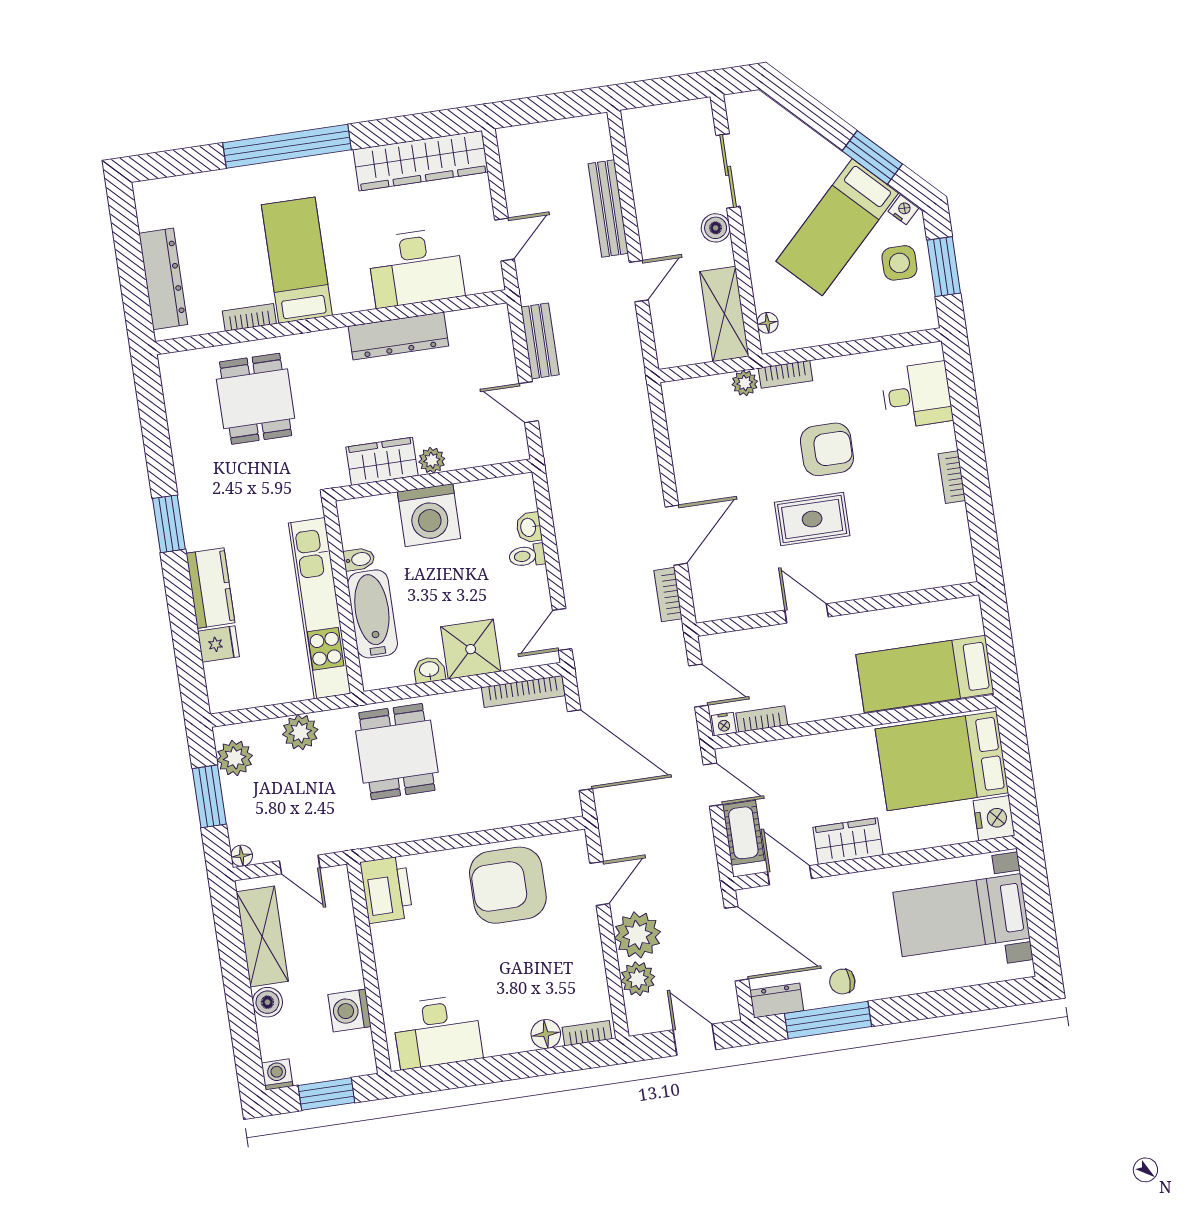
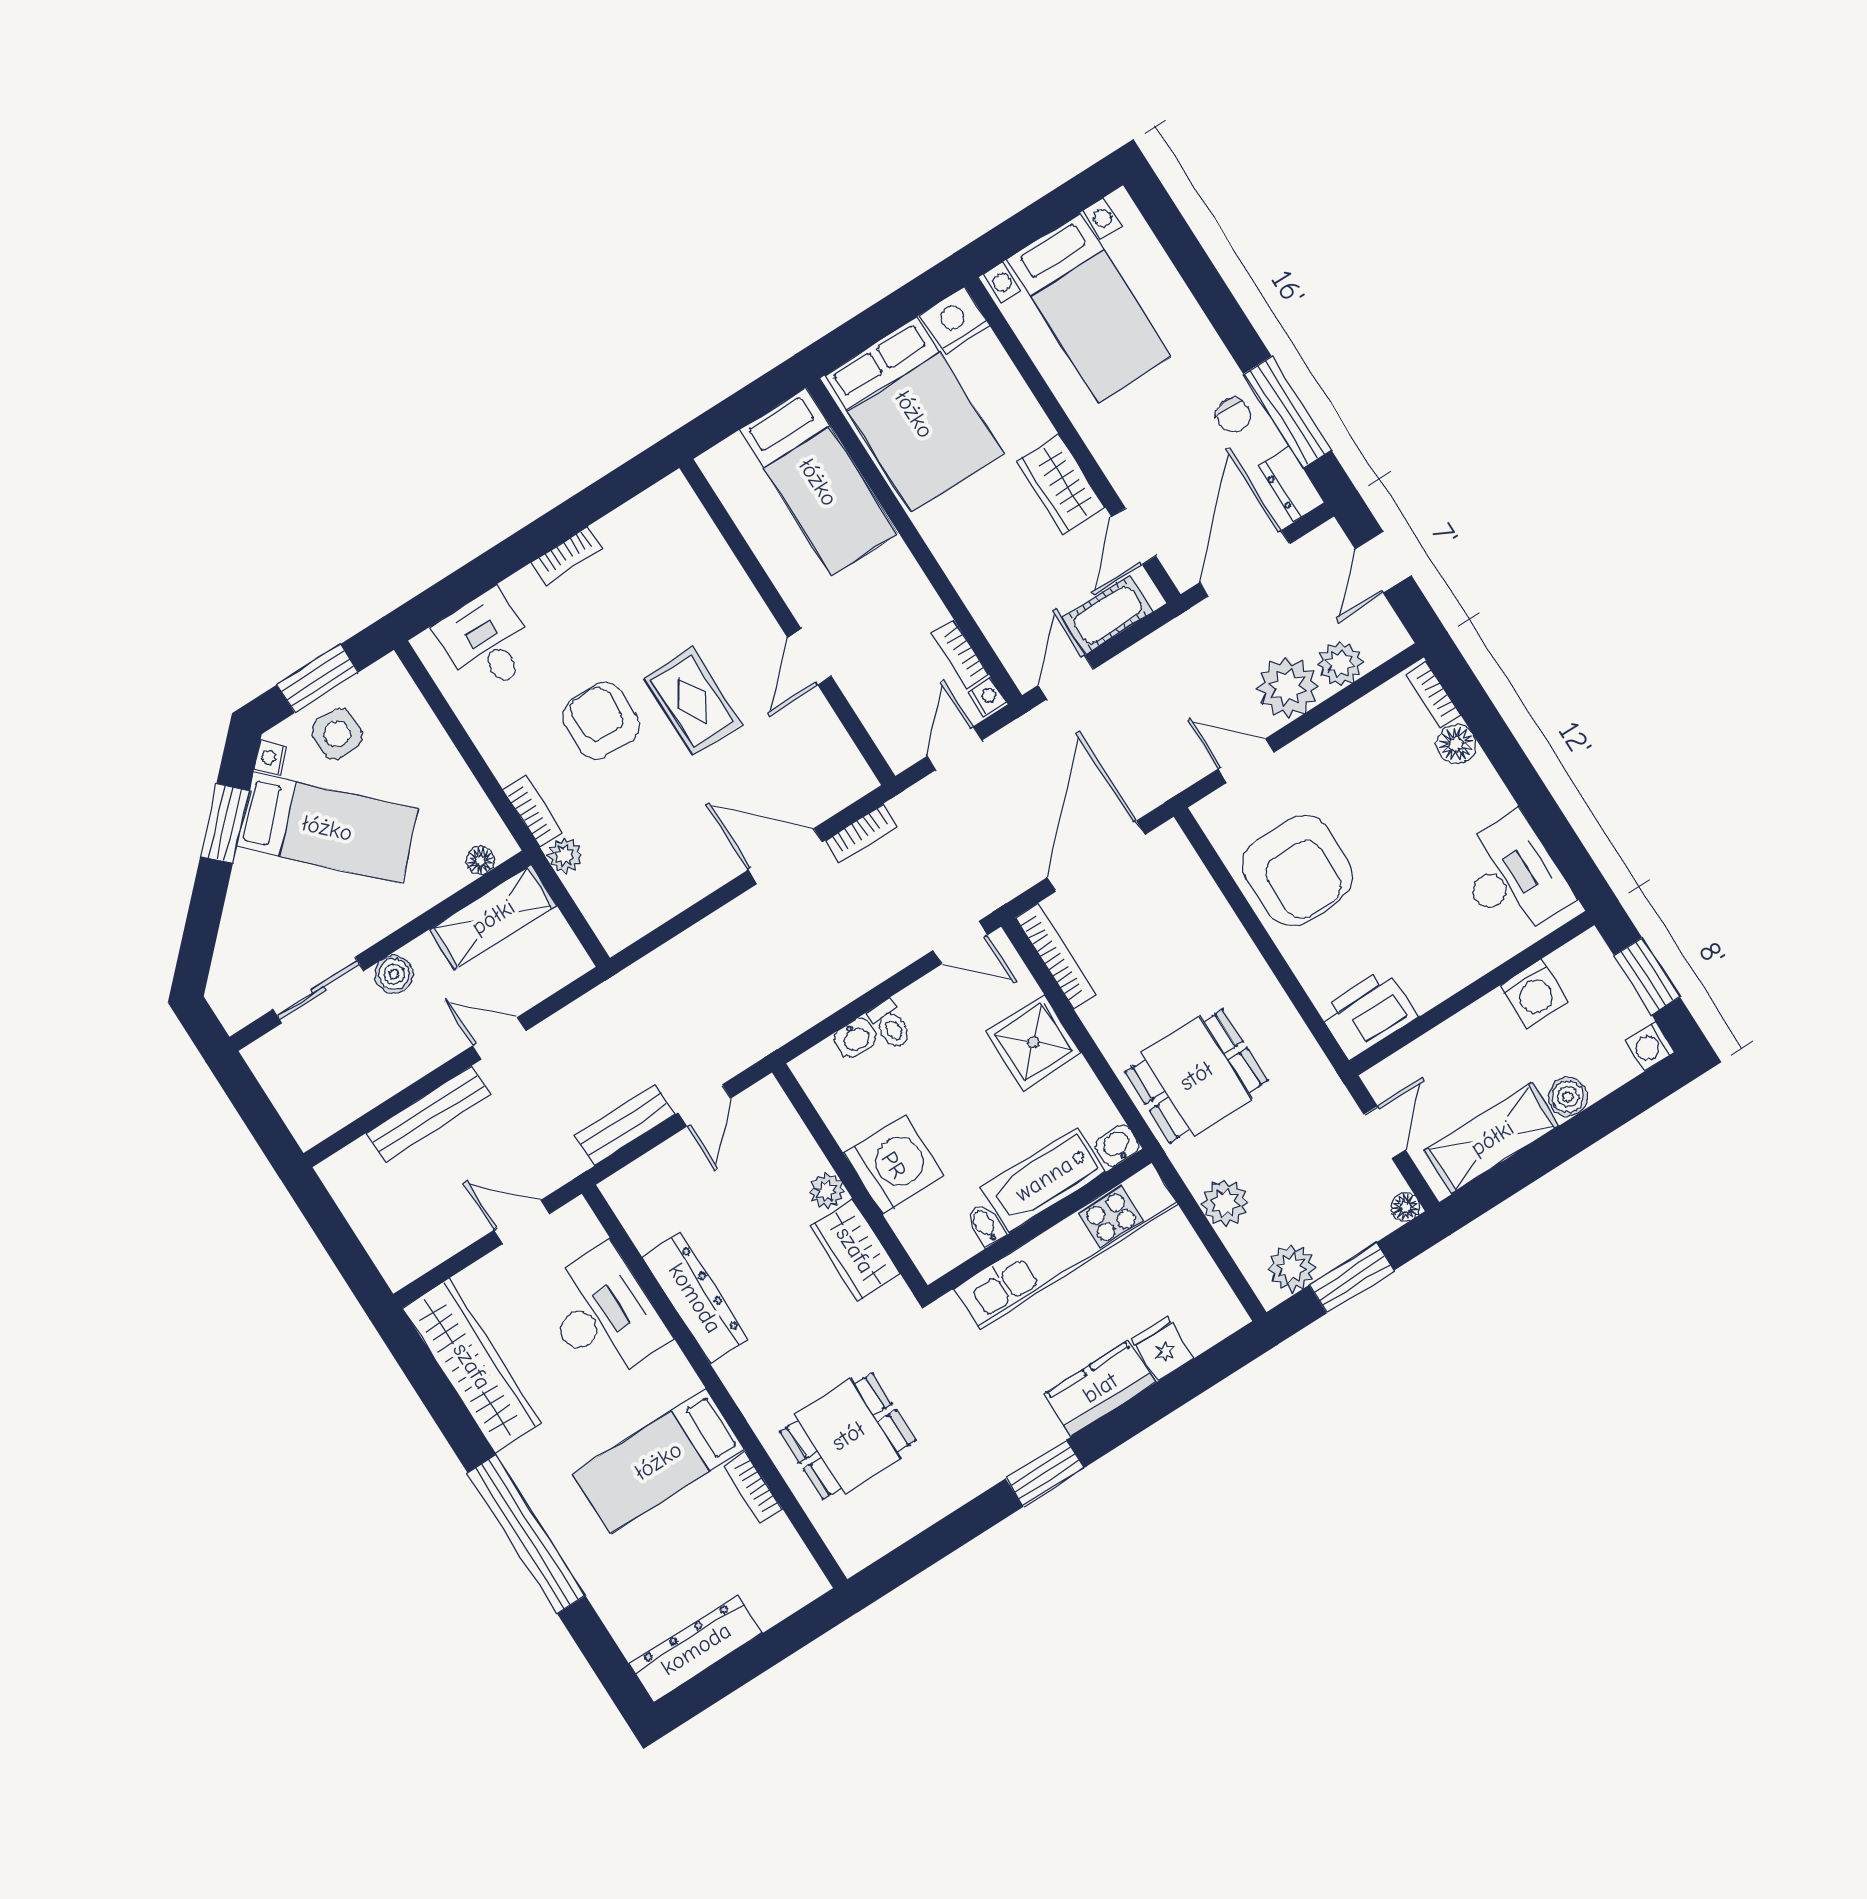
dresser: (163, 279) -> (696, 1649), moved
washbasin: (429, 670) -> (1117, 1146), moved, turned 90

